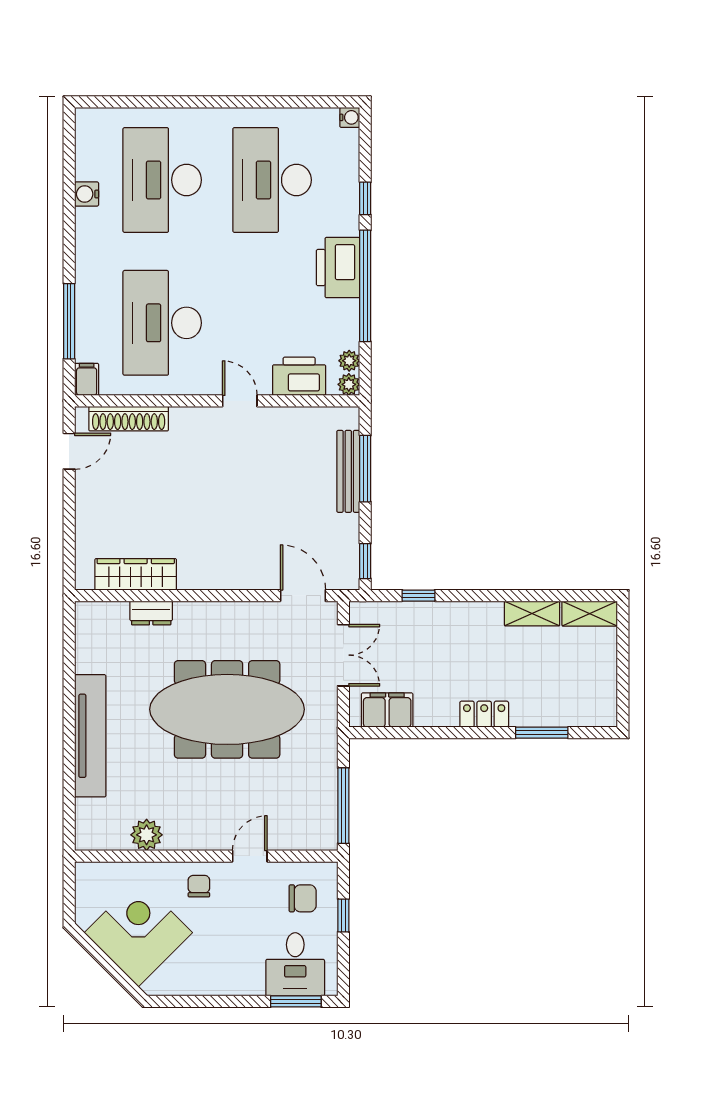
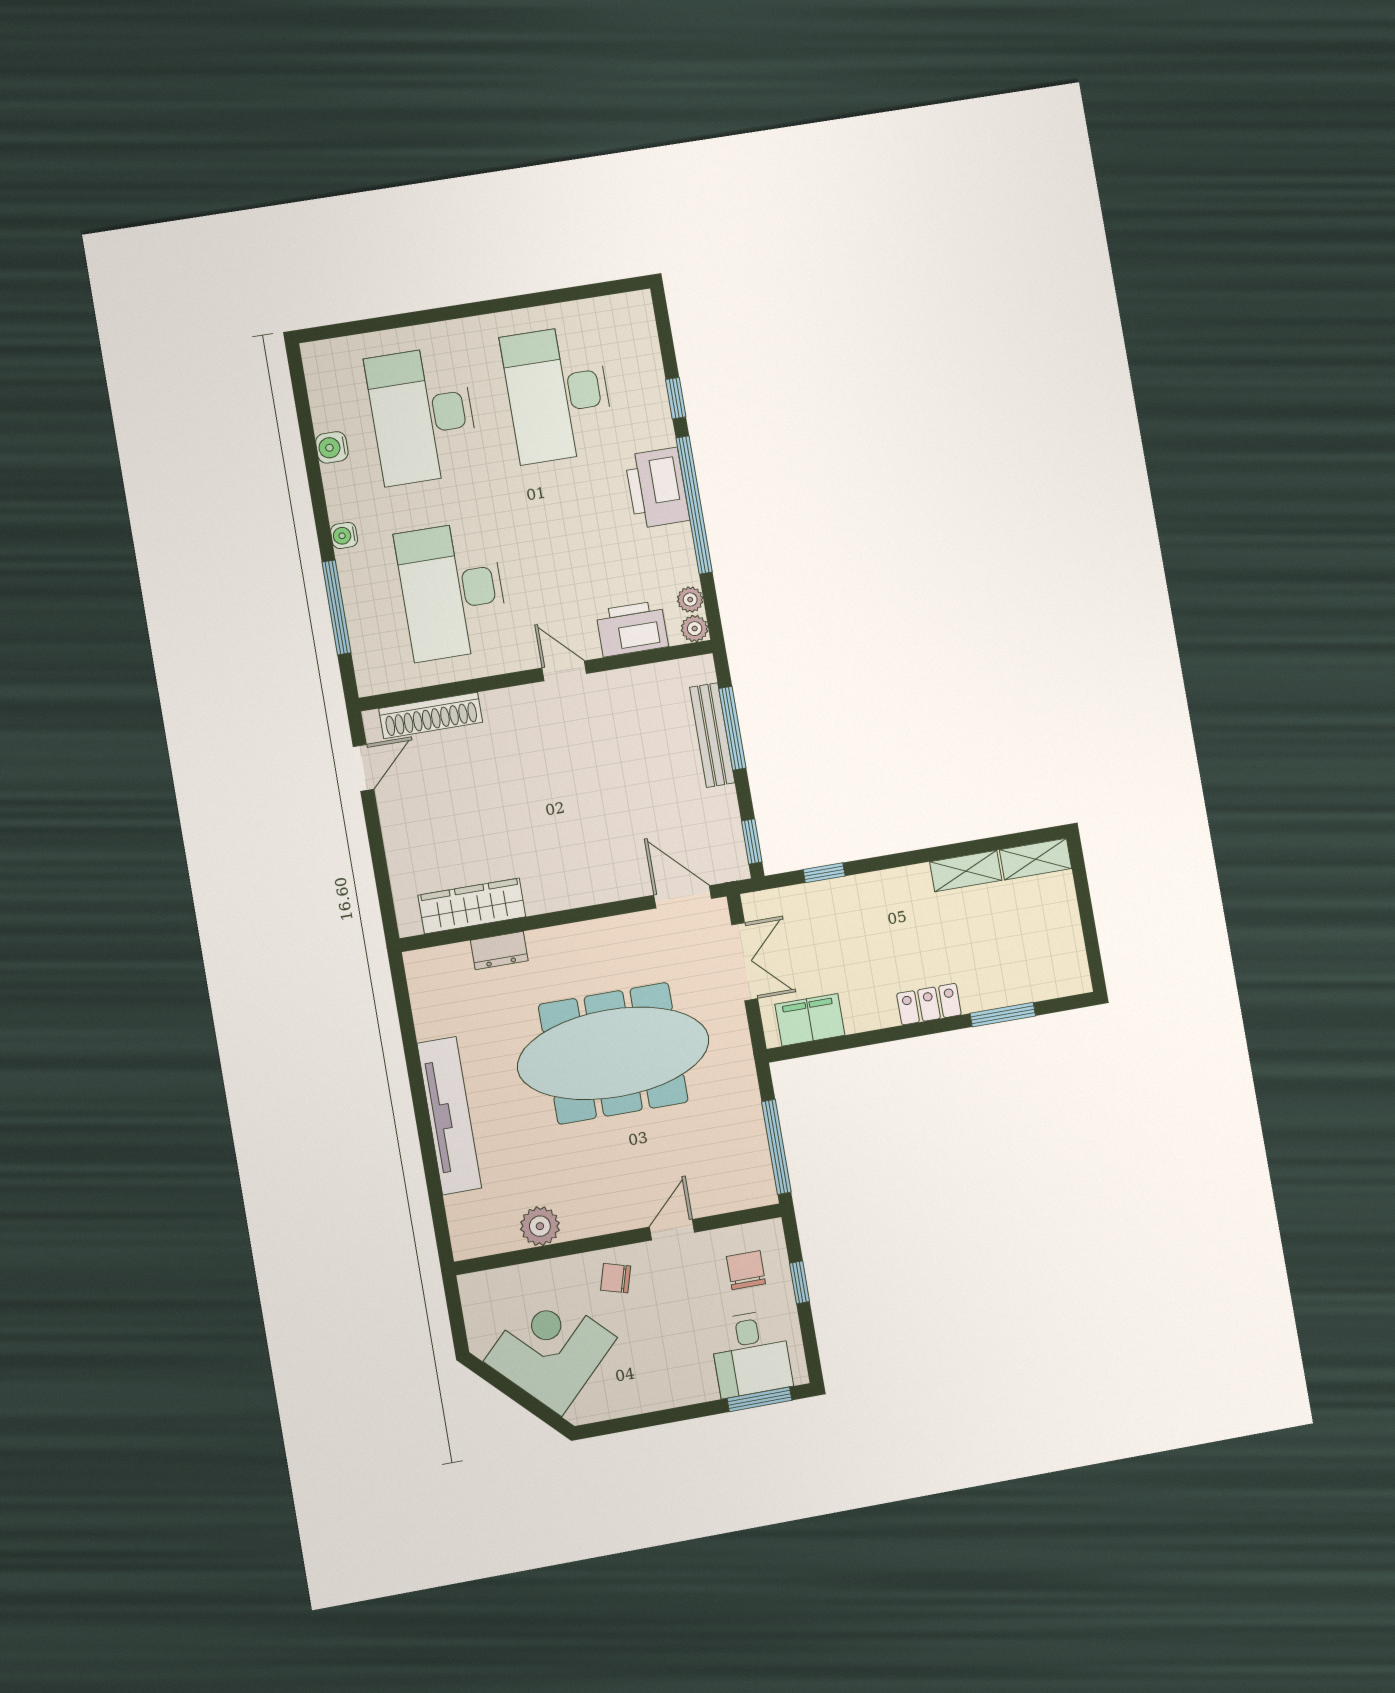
water cooler: (350, 117) -> (344, 535), moved, turned 180
filing cabinet: (87, 379) -> (370, 676), removed
chair: (199, 886) -> (616, 1278), turned -74
chair: (303, 898) -> (746, 1270), turned -90

